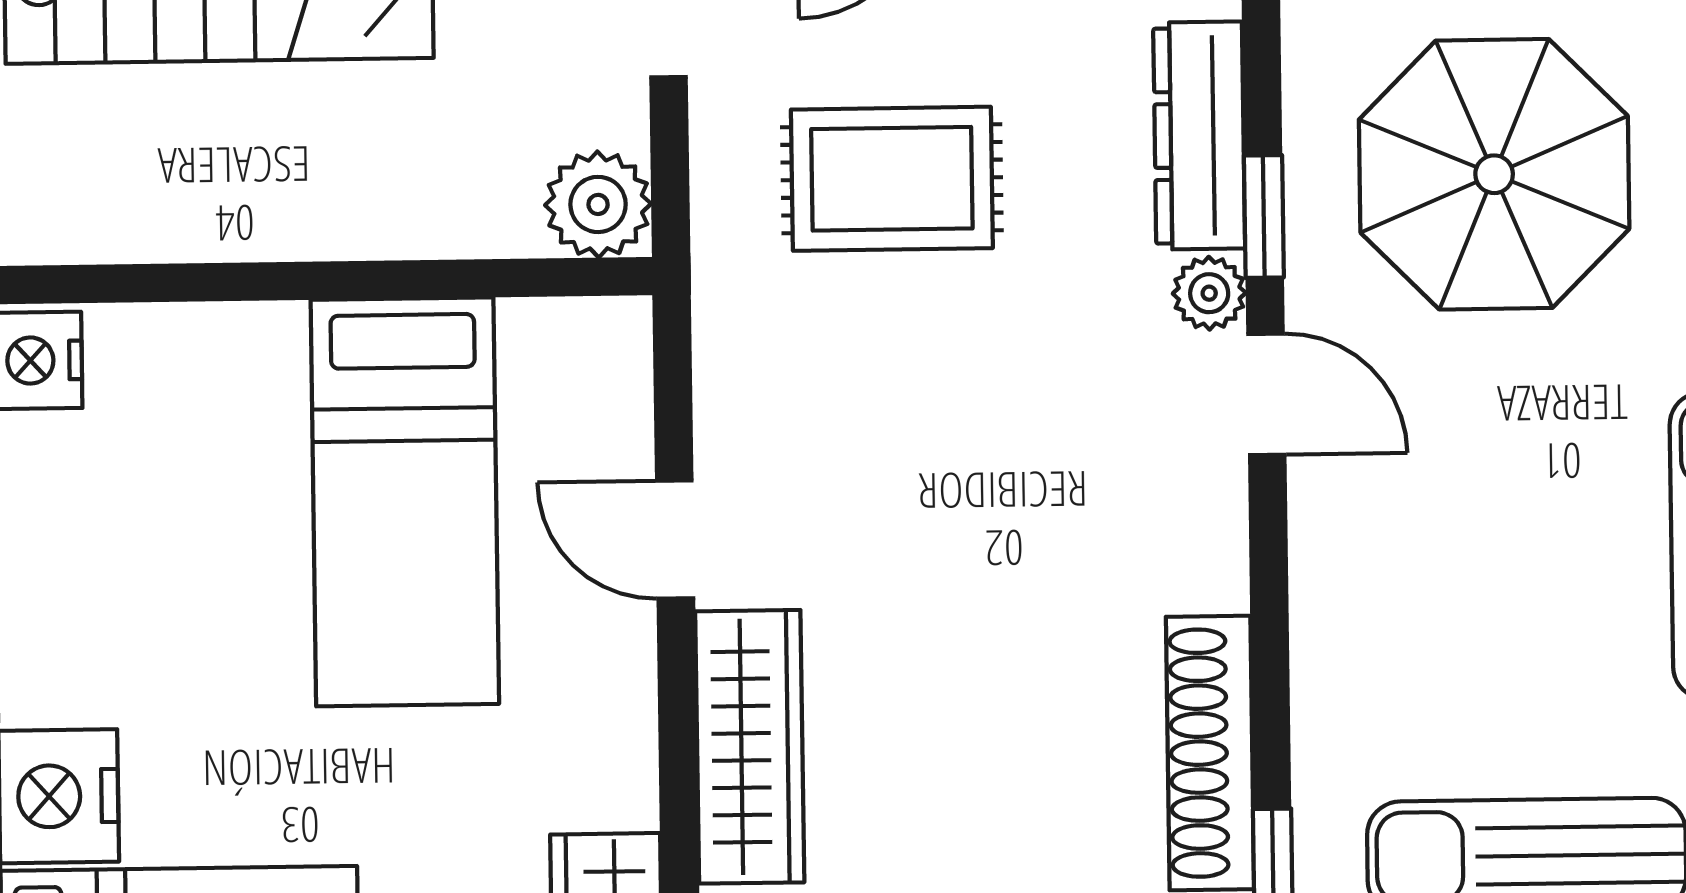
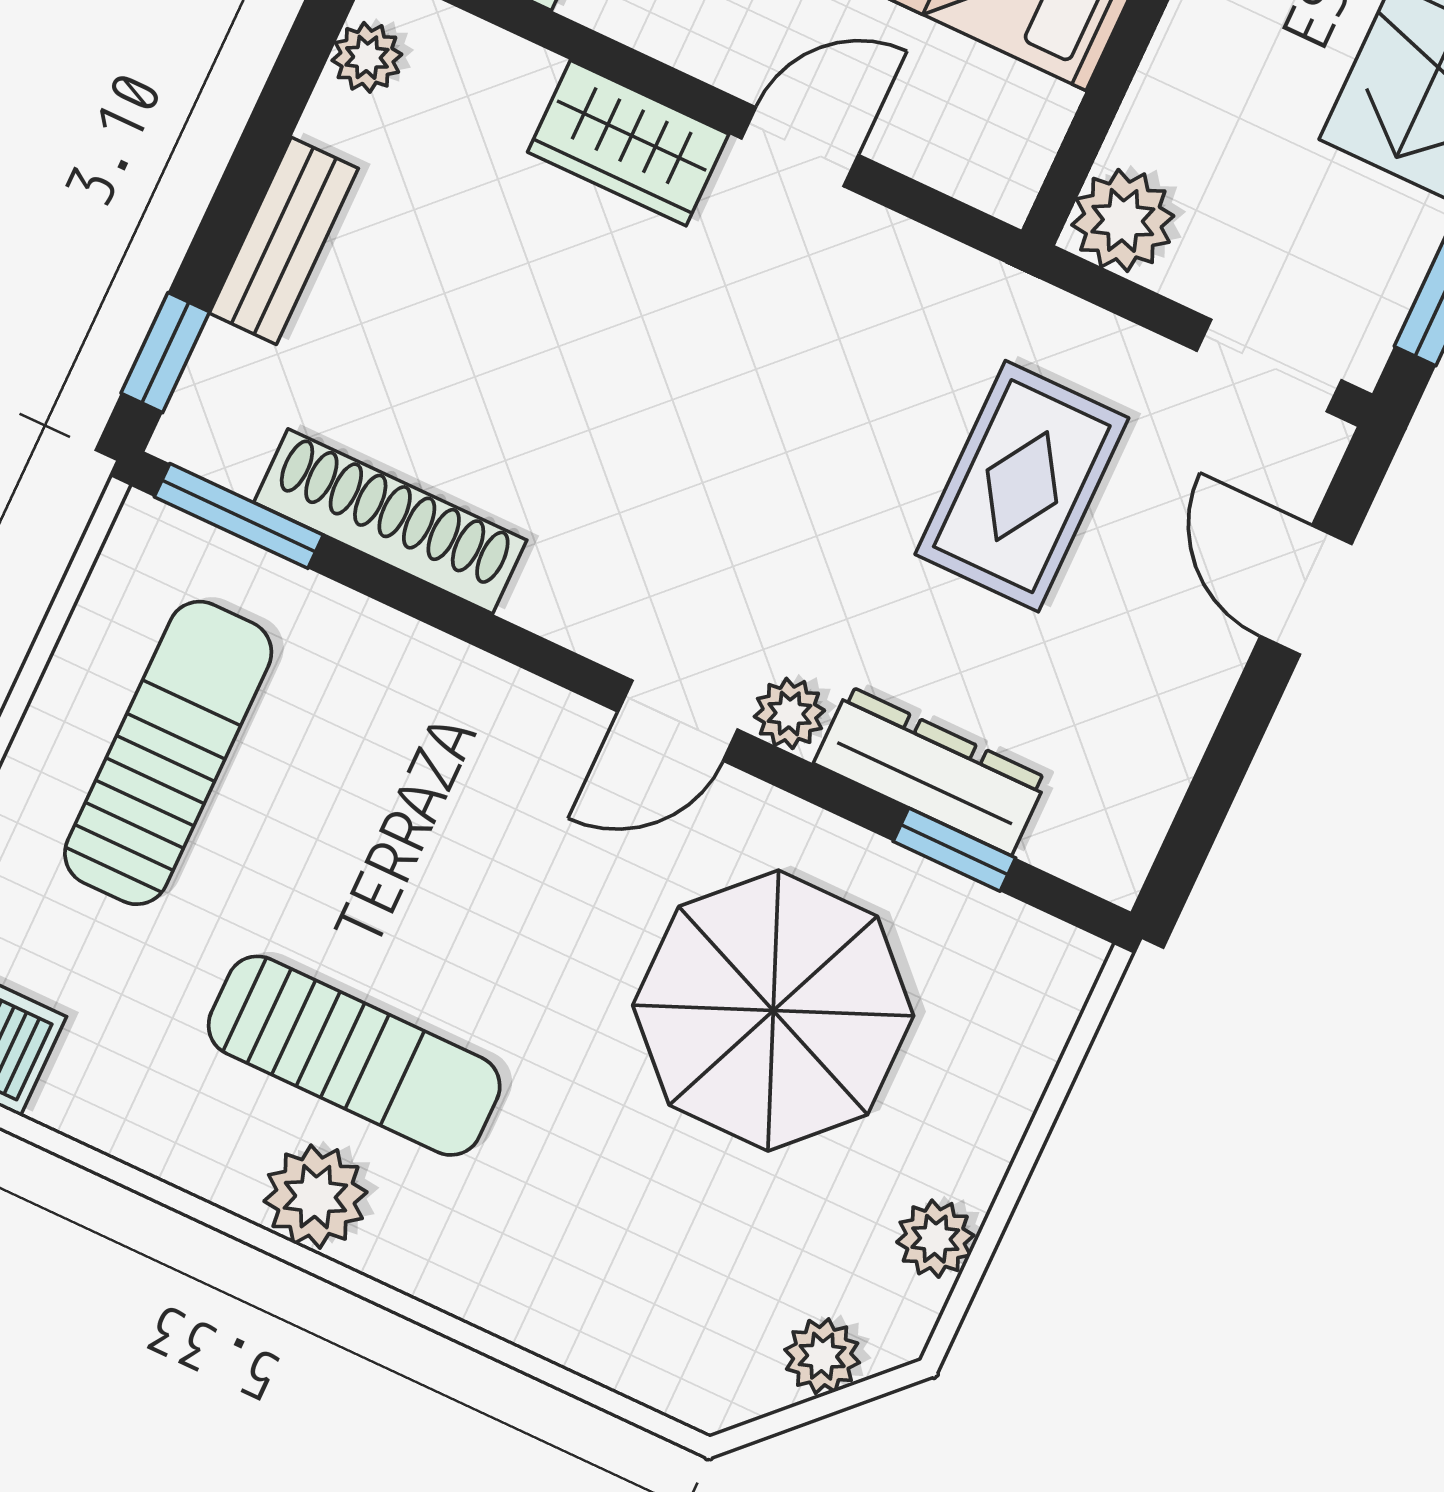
window: (1264, 216) -> (954, 850), moved
wardrobe: (750, 747) -> (628, 143), width x0.67

